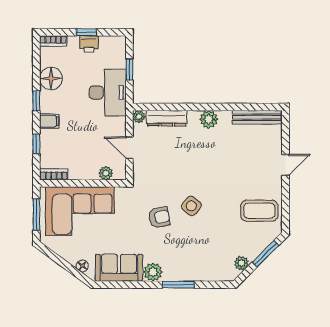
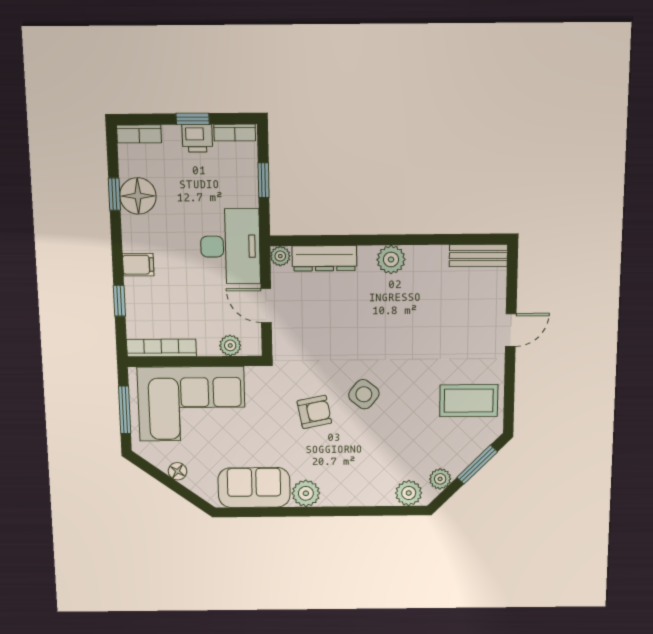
bookcase: (112, 41) -> (235, 133), added
desk: (108, 92) -> (230, 246), moved
window: (36, 101) -> (114, 194), moved
bench: (257, 117) -> (478, 255), width x0.73
bookcase: (54, 174) -> (161, 348), width x1.56
floor lamp: (82, 266) -> (178, 471), moved
plant: (221, 273) -> (409, 493), added
window: (178, 285) -> (344, 511), removed

